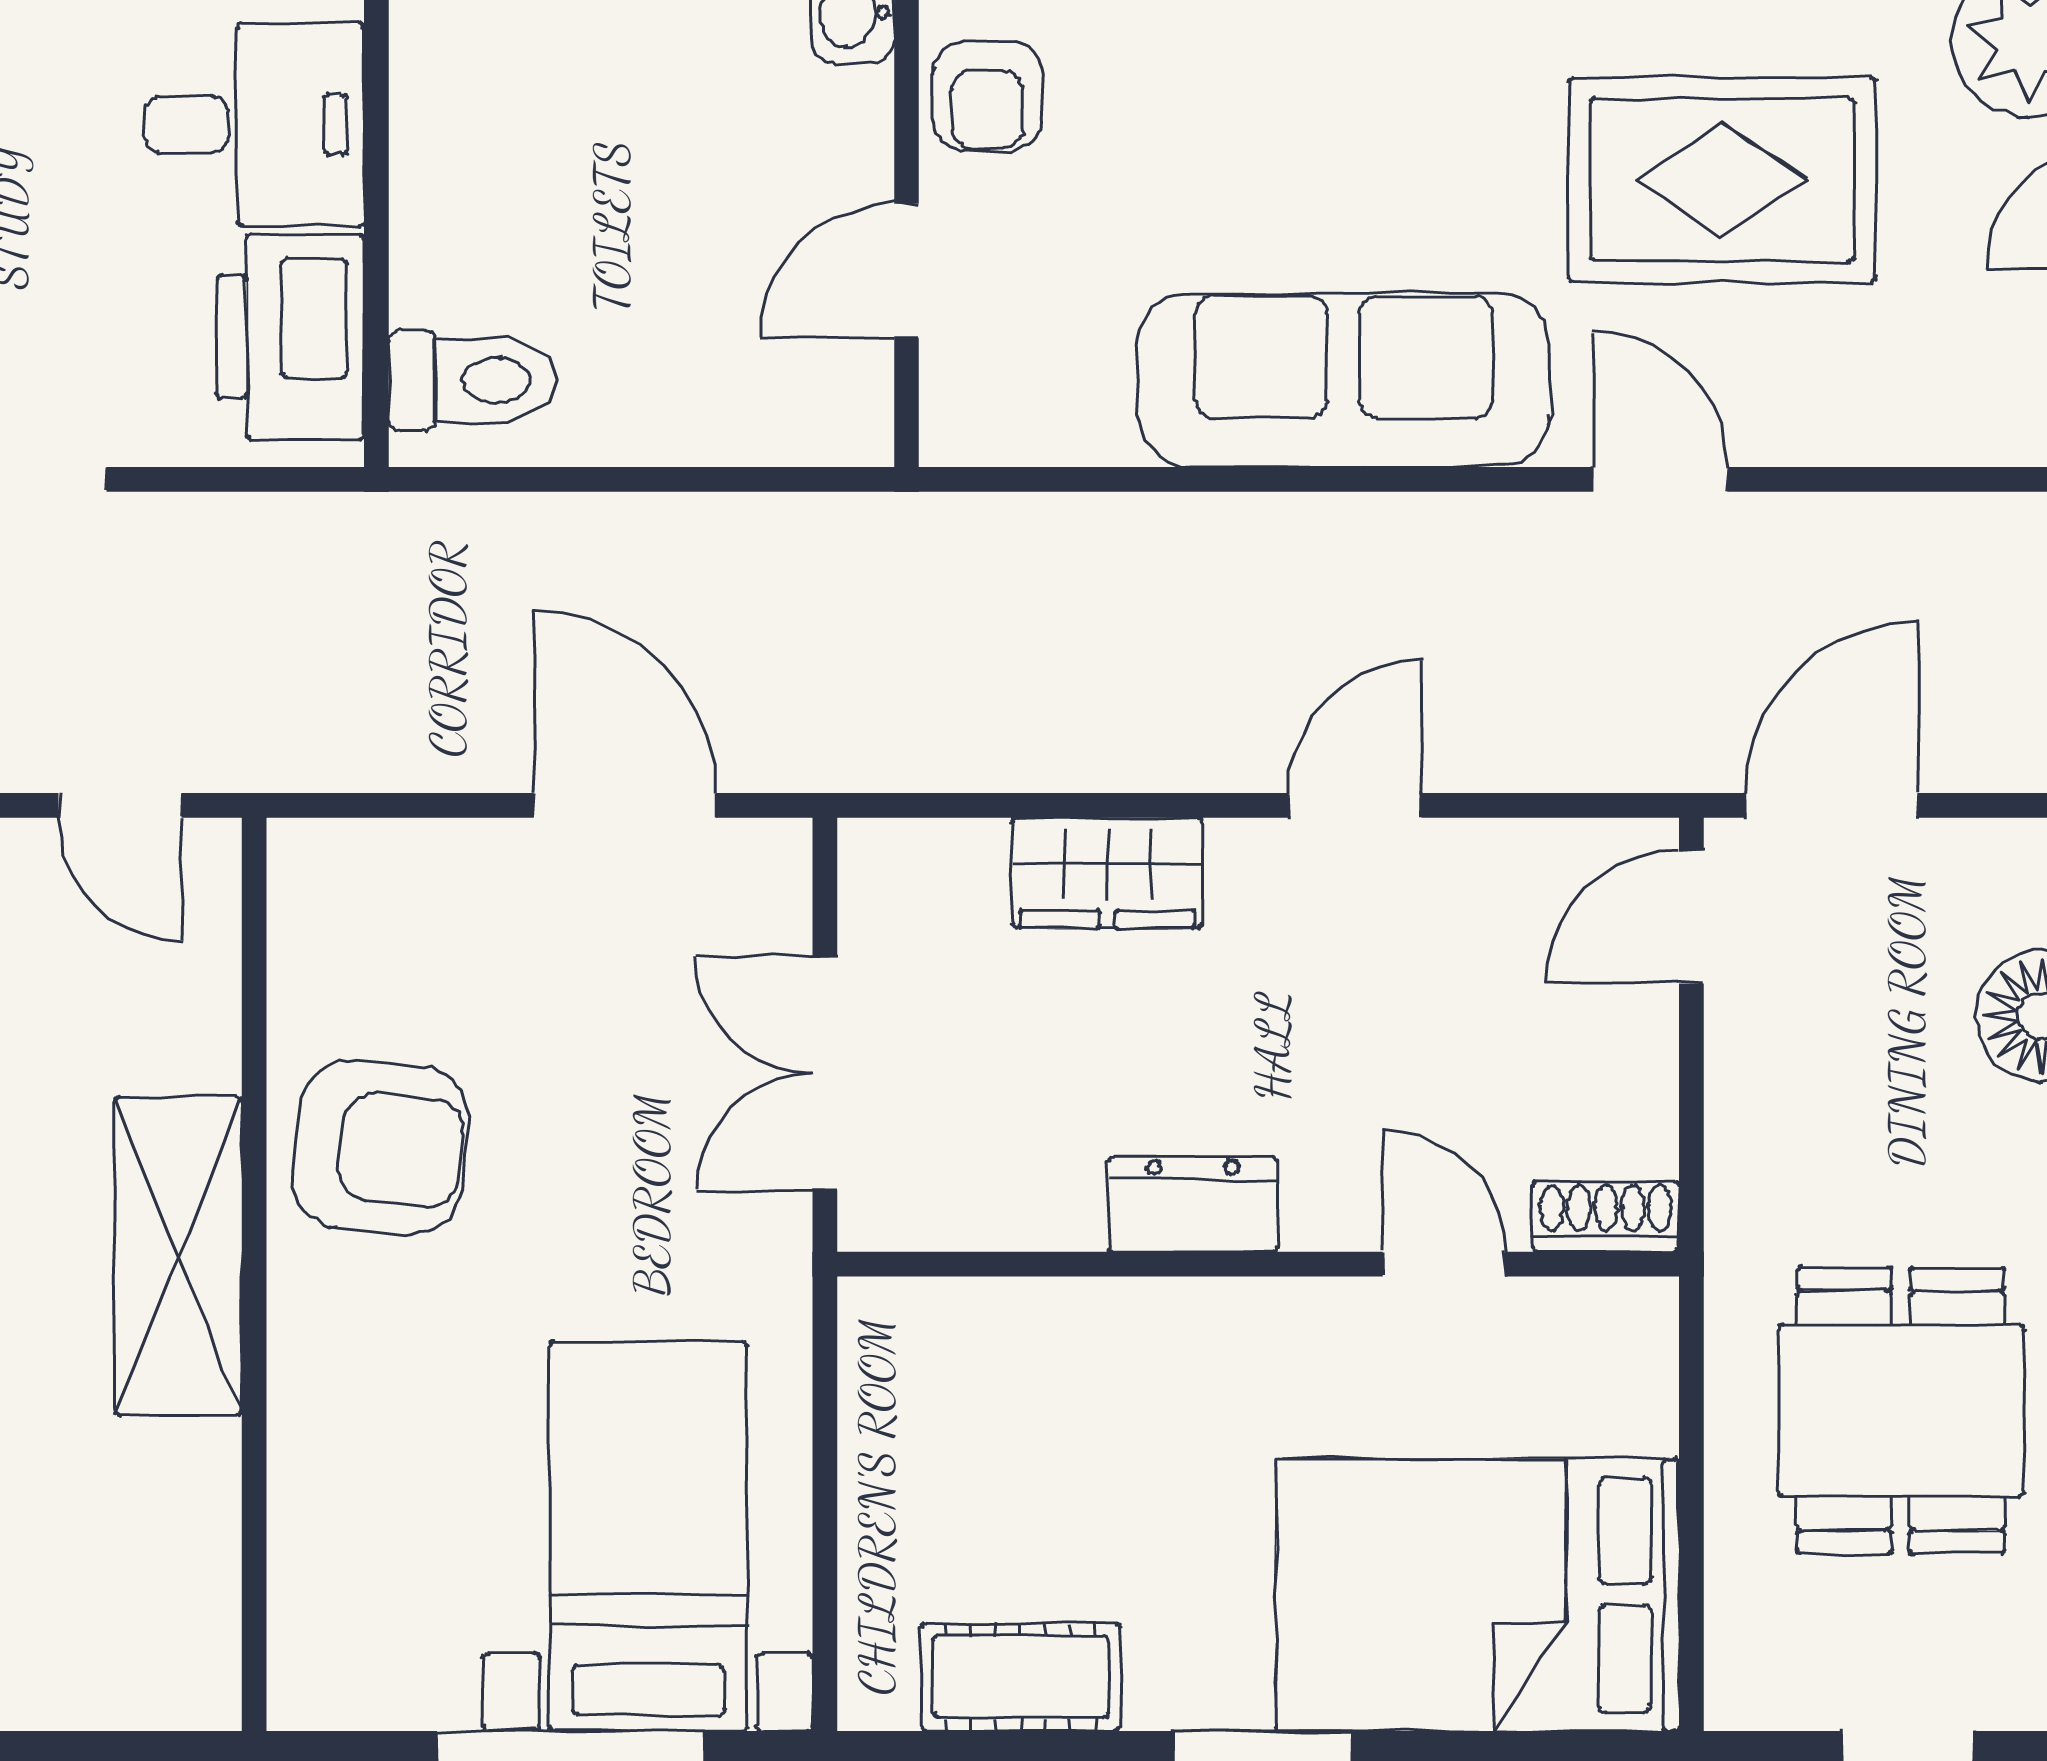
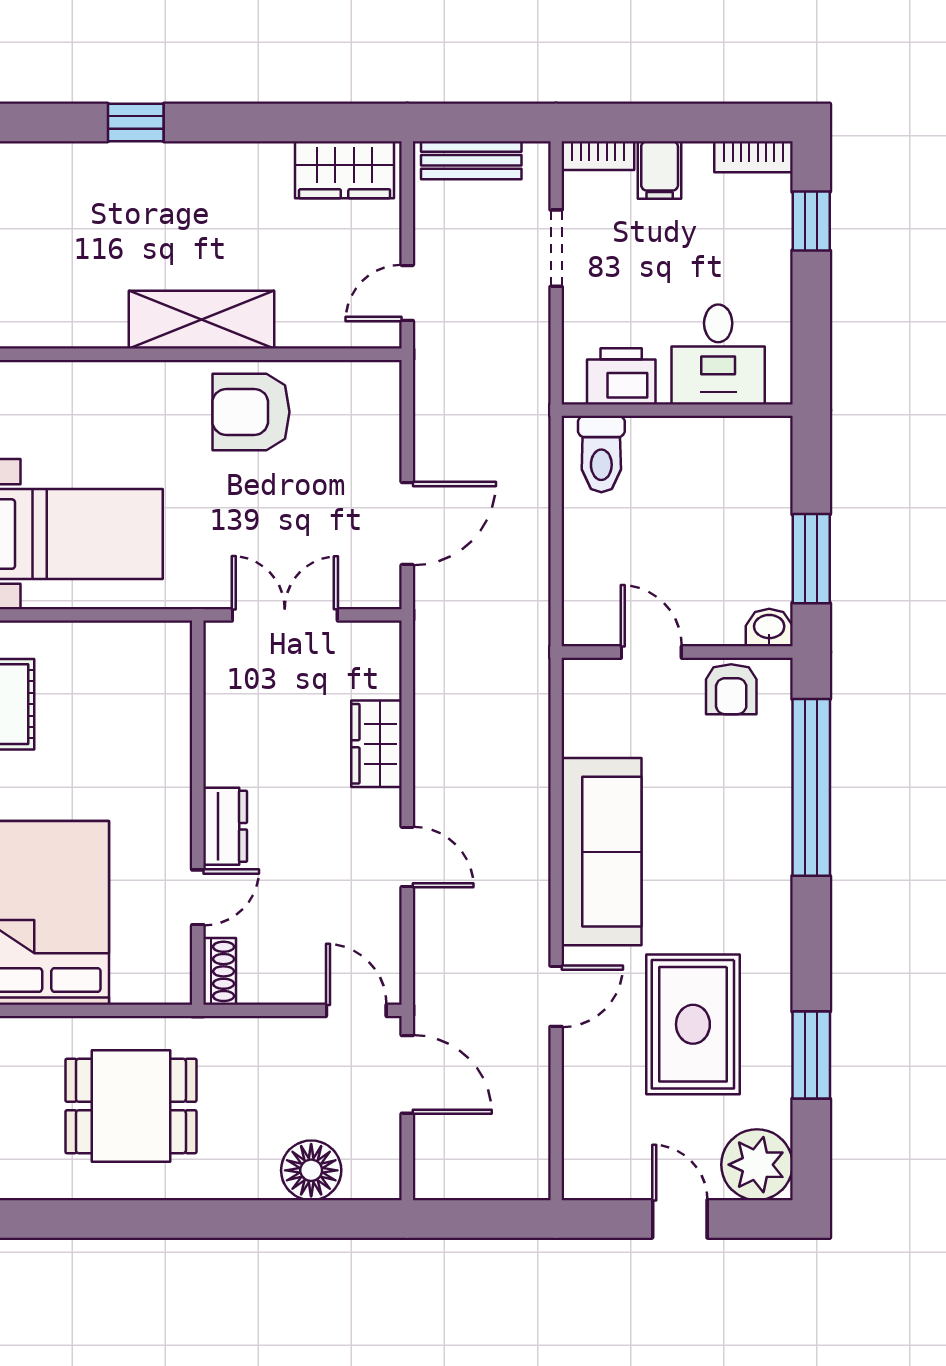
armchair: (988, 96) -> (731, 689), turned -90
printer: (291, 337) -> (621, 376), width x0.73, depth x0.84
armchair: (381, 1148) -> (251, 412), turned 84
dresser: (1193, 1204) -> (225, 826), moved

